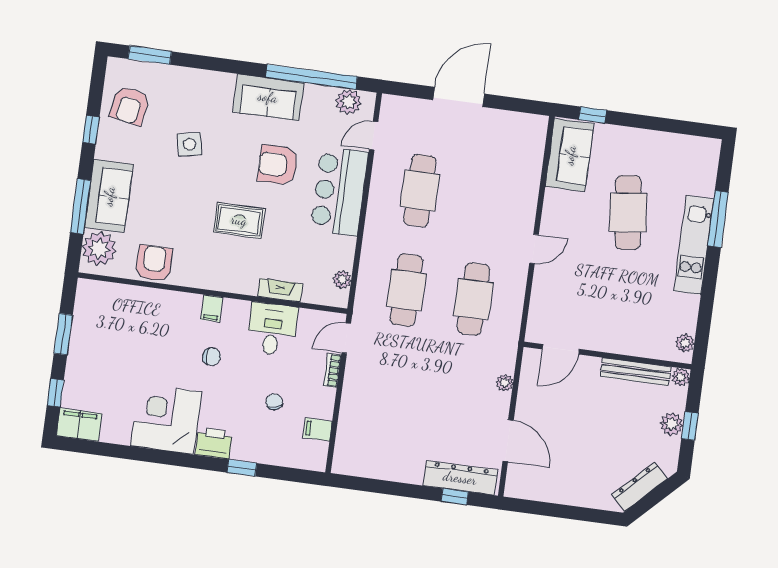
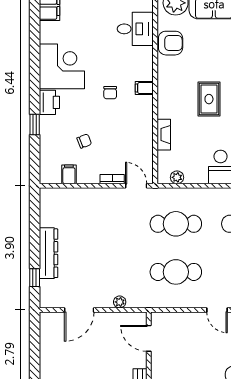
desk: (272, 329) -> (135, 29), moved
dresser: (460, 478) -> (48, 253), moved

